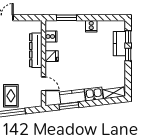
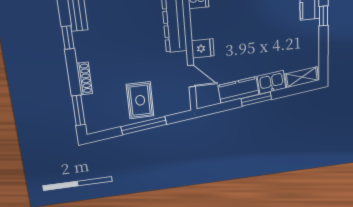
fridge: (52, 56) -> (203, 48), moved
window: (69, 106) -> (256, 99), moved

